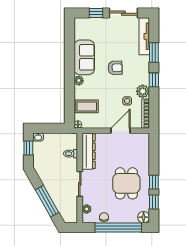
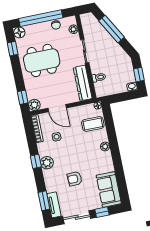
tv unit: (144, 36) -> (54, 205), width x0.71
window: (154, 52) -> (44, 201), moved
sofa: (84, 57) -> (109, 189), moved
armchair: (115, 68) -> (75, 179), moved
plant: (143, 91) -> (47, 163), moved
door: (120, 131) -> (57, 108), hinge flipped
plant: (143, 139) -> (34, 105), added
window: (154, 182) -> (23, 97), moved
dining table: (126, 183) -> (42, 60), width x1.38

